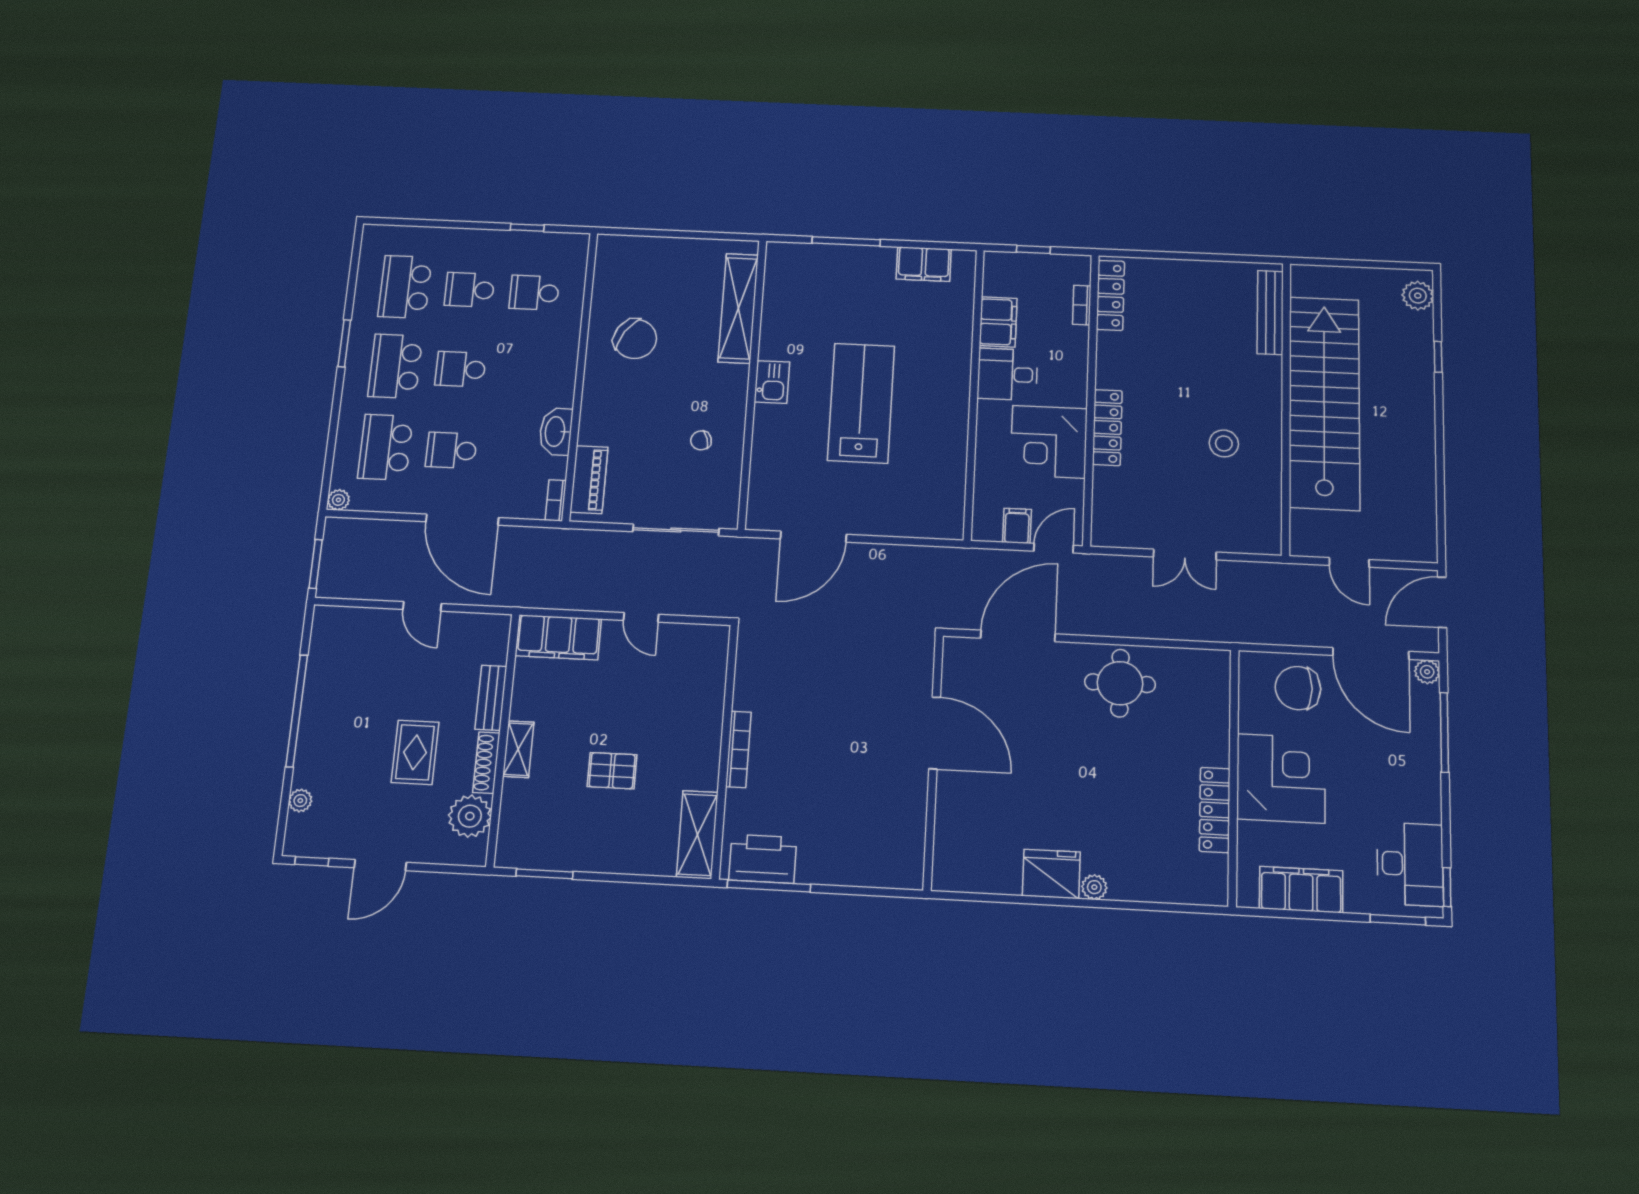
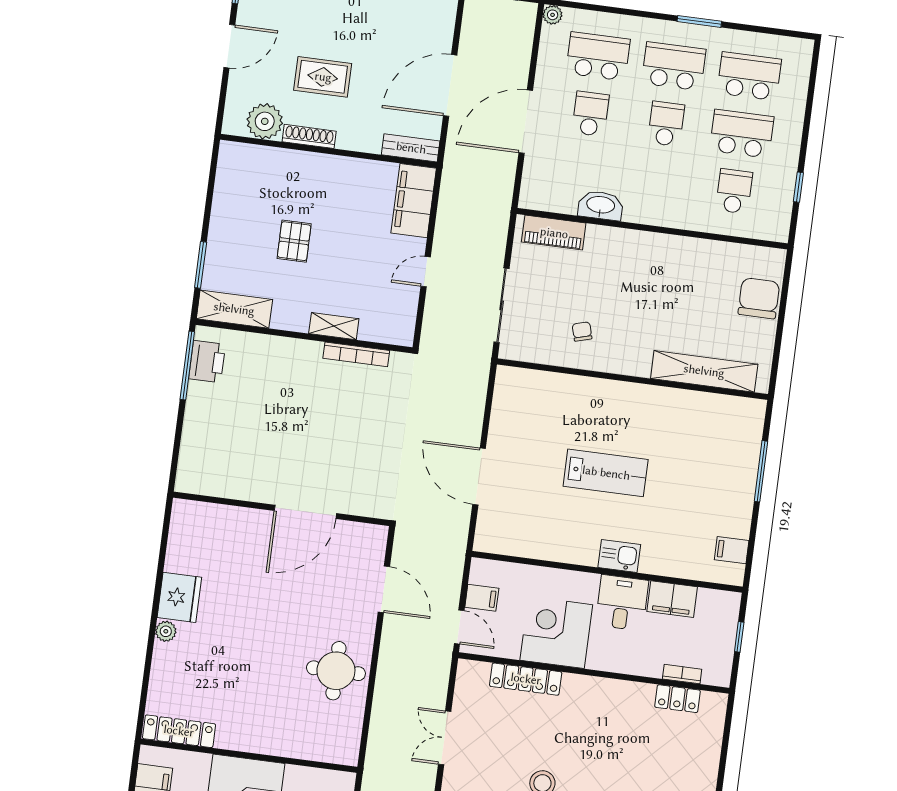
filing cabinet: (924, 264) -> (732, 550), width x0.50
school desk: (470, 290) -> (742, 134), width x1.85
locker: (1110, 295) -> (677, 699), width x0.66
chair: (635, 339) -> (759, 298), moved, turned 147
kitchen sink: (772, 382) -> (619, 556), moved, turned 180
lab bench: (861, 403) -> (606, 473), width x0.73, depth x0.72
locker: (1107, 427) -> (526, 679), moved
bookcase: (556, 500) -> (537, 203), removed
door: (813, 537) -> (479, 477), moved
door: (422, 606) -> (450, 85), width x1.87
door: (1018, 636) -> (384, 589), width x0.73
bench: (491, 698) -> (411, 148), moved
shelving: (518, 749) -> (334, 326), moved
bookcase: (738, 749) -> (356, 354), moved
locker: (1215, 810) -> (179, 731), moved
printer: (763, 859) -> (207, 362), width x0.73, depth x0.84
door: (380, 865) -> (229, 46), swing flipped
window: (545, 874) -> (201, 265), moved

